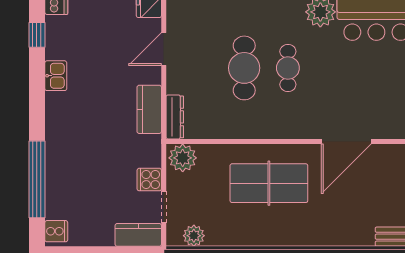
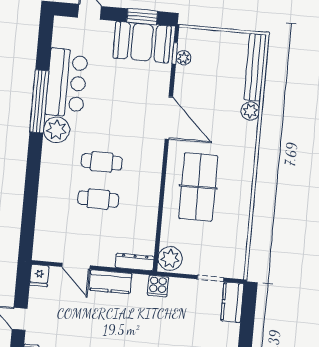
cafe table: (244, 68) -> (98, 199), width x0.73, depth x0.74
kitchen counter: (149, 109) -> (110, 282), moved
cooker: (149, 180) -> (158, 286), moved
plant: (194, 236) -> (250, 111), moved

